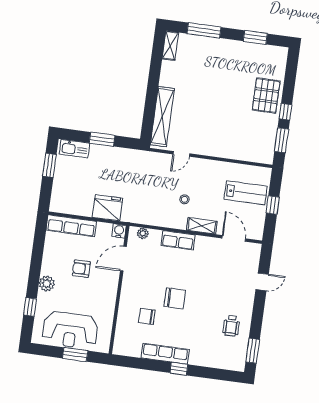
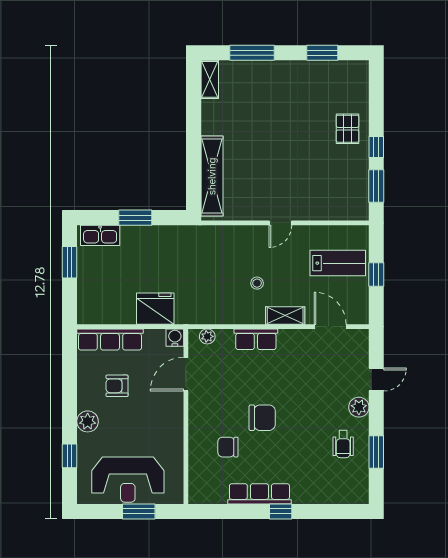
pallet: (266, 95) -> (347, 129), width x0.67, depth x0.71
door: (181, 154) -> (280, 223), moved
armchair: (81, 269) -> (117, 386), moved
plant: (247, 300) -> (359, 407), added
window: (253, 351) -> (376, 452), moved

